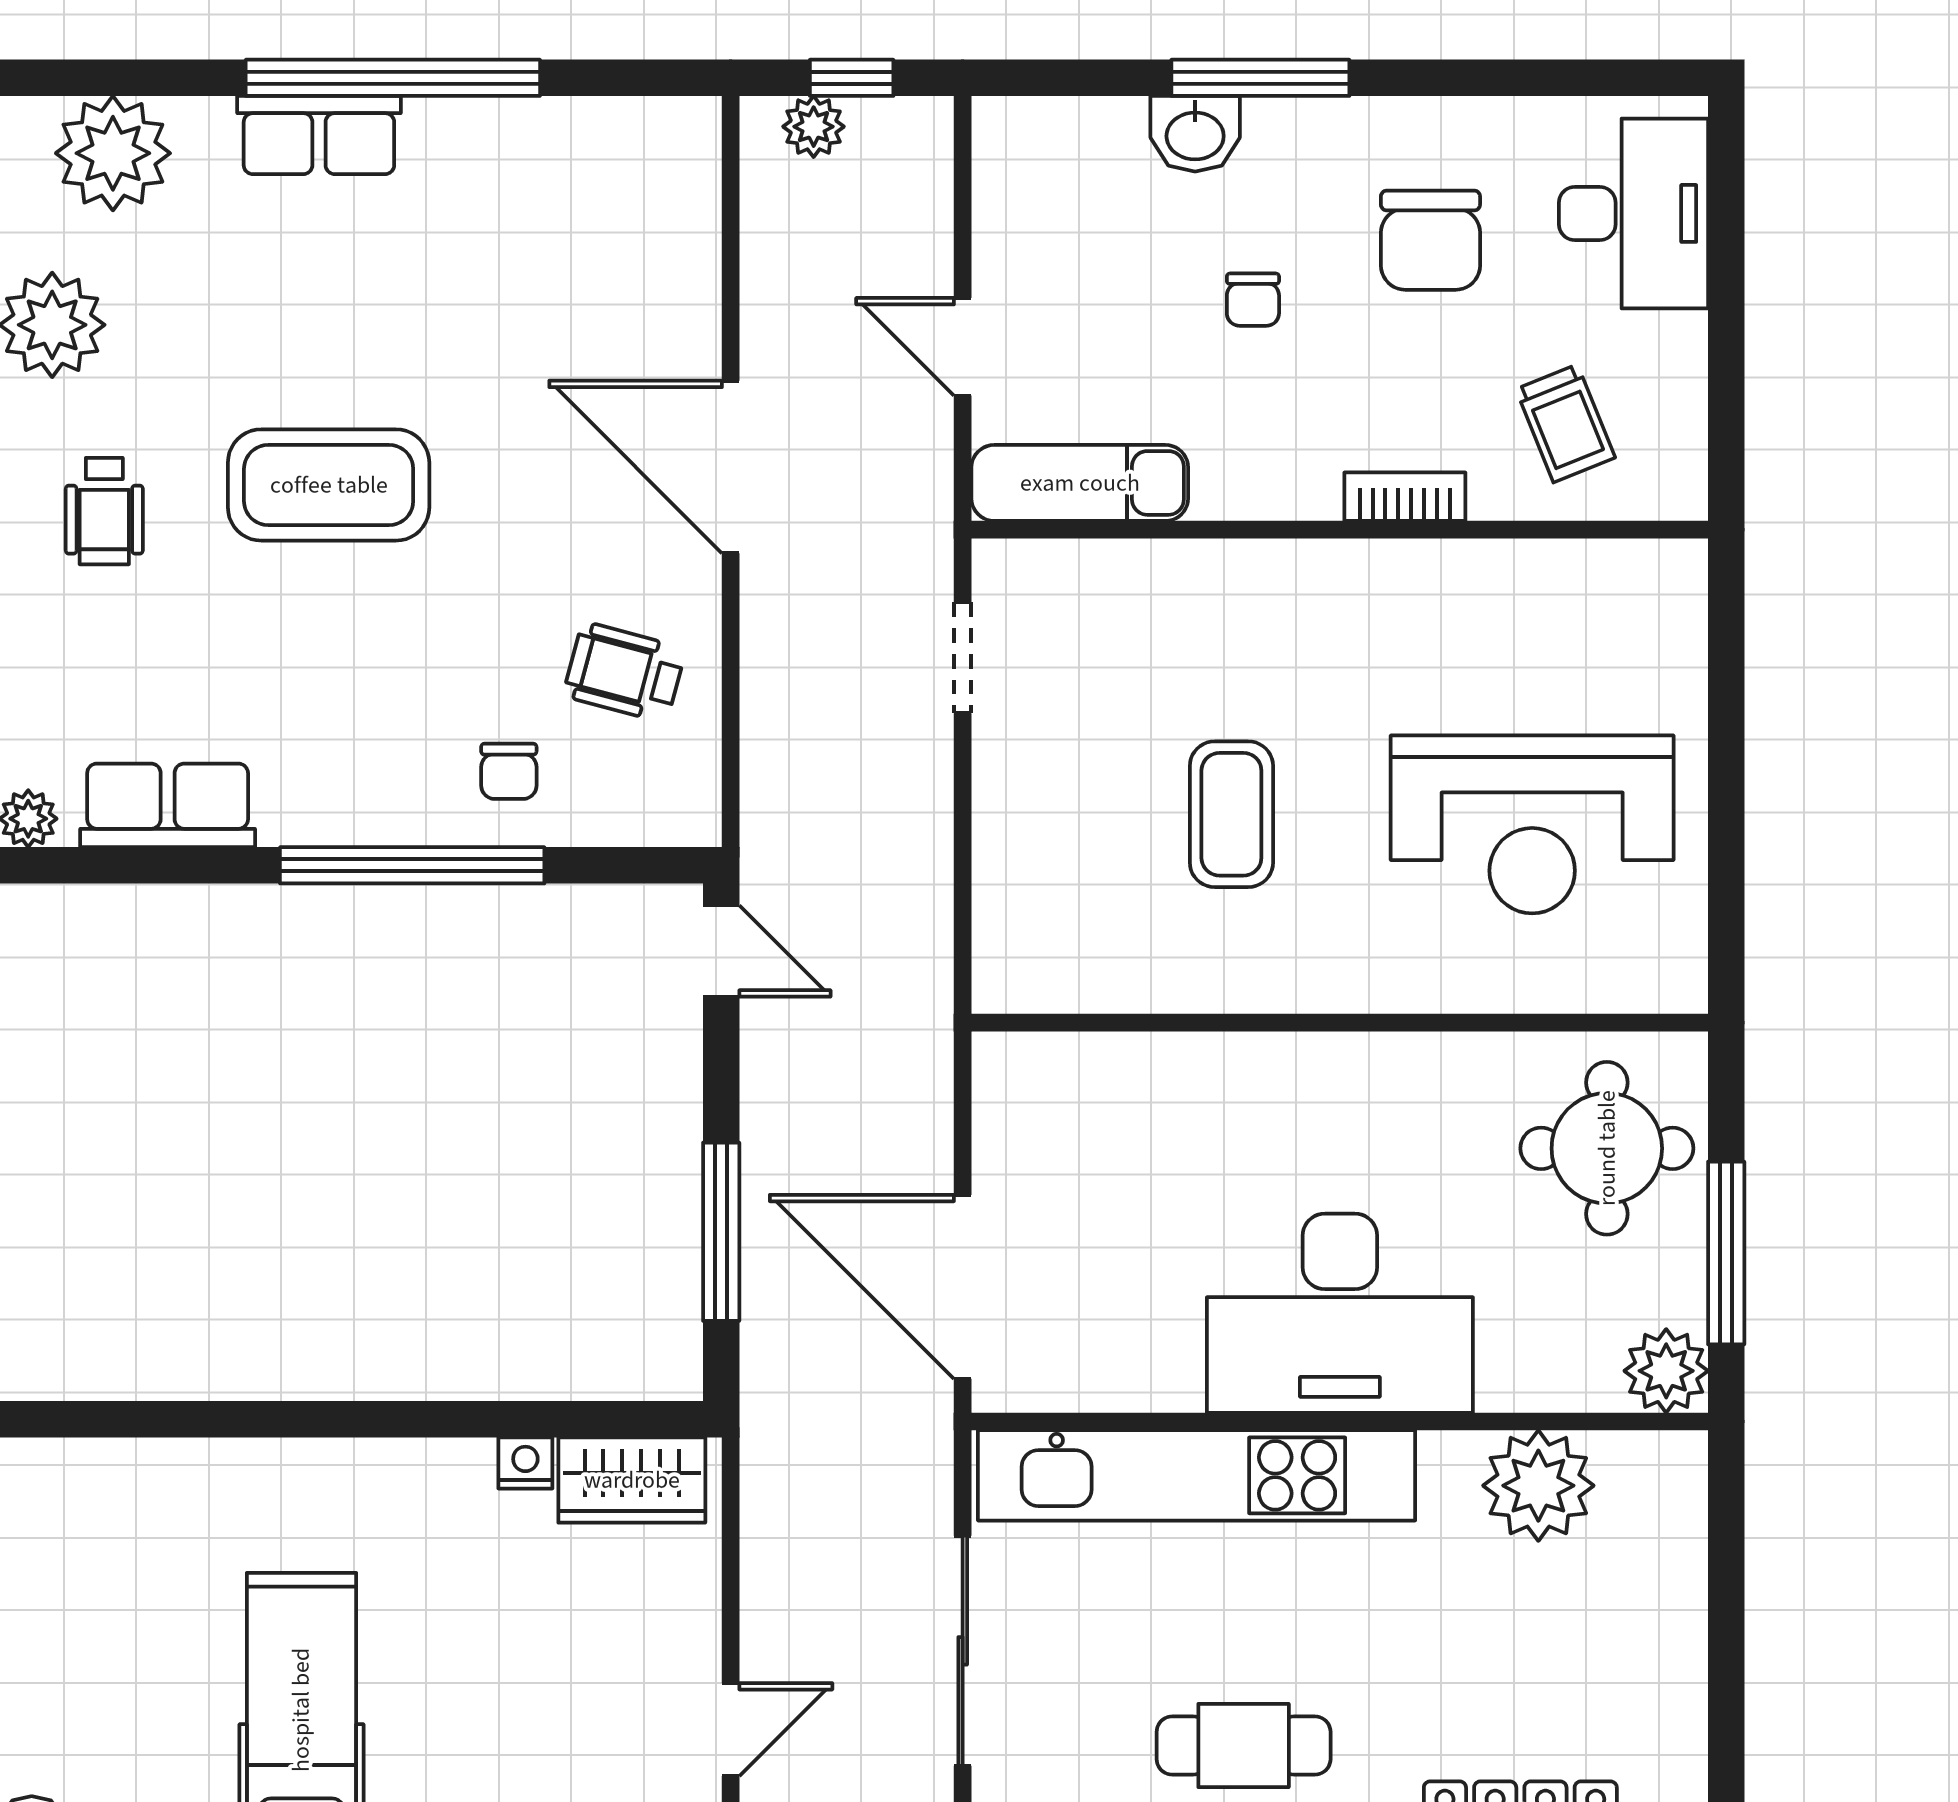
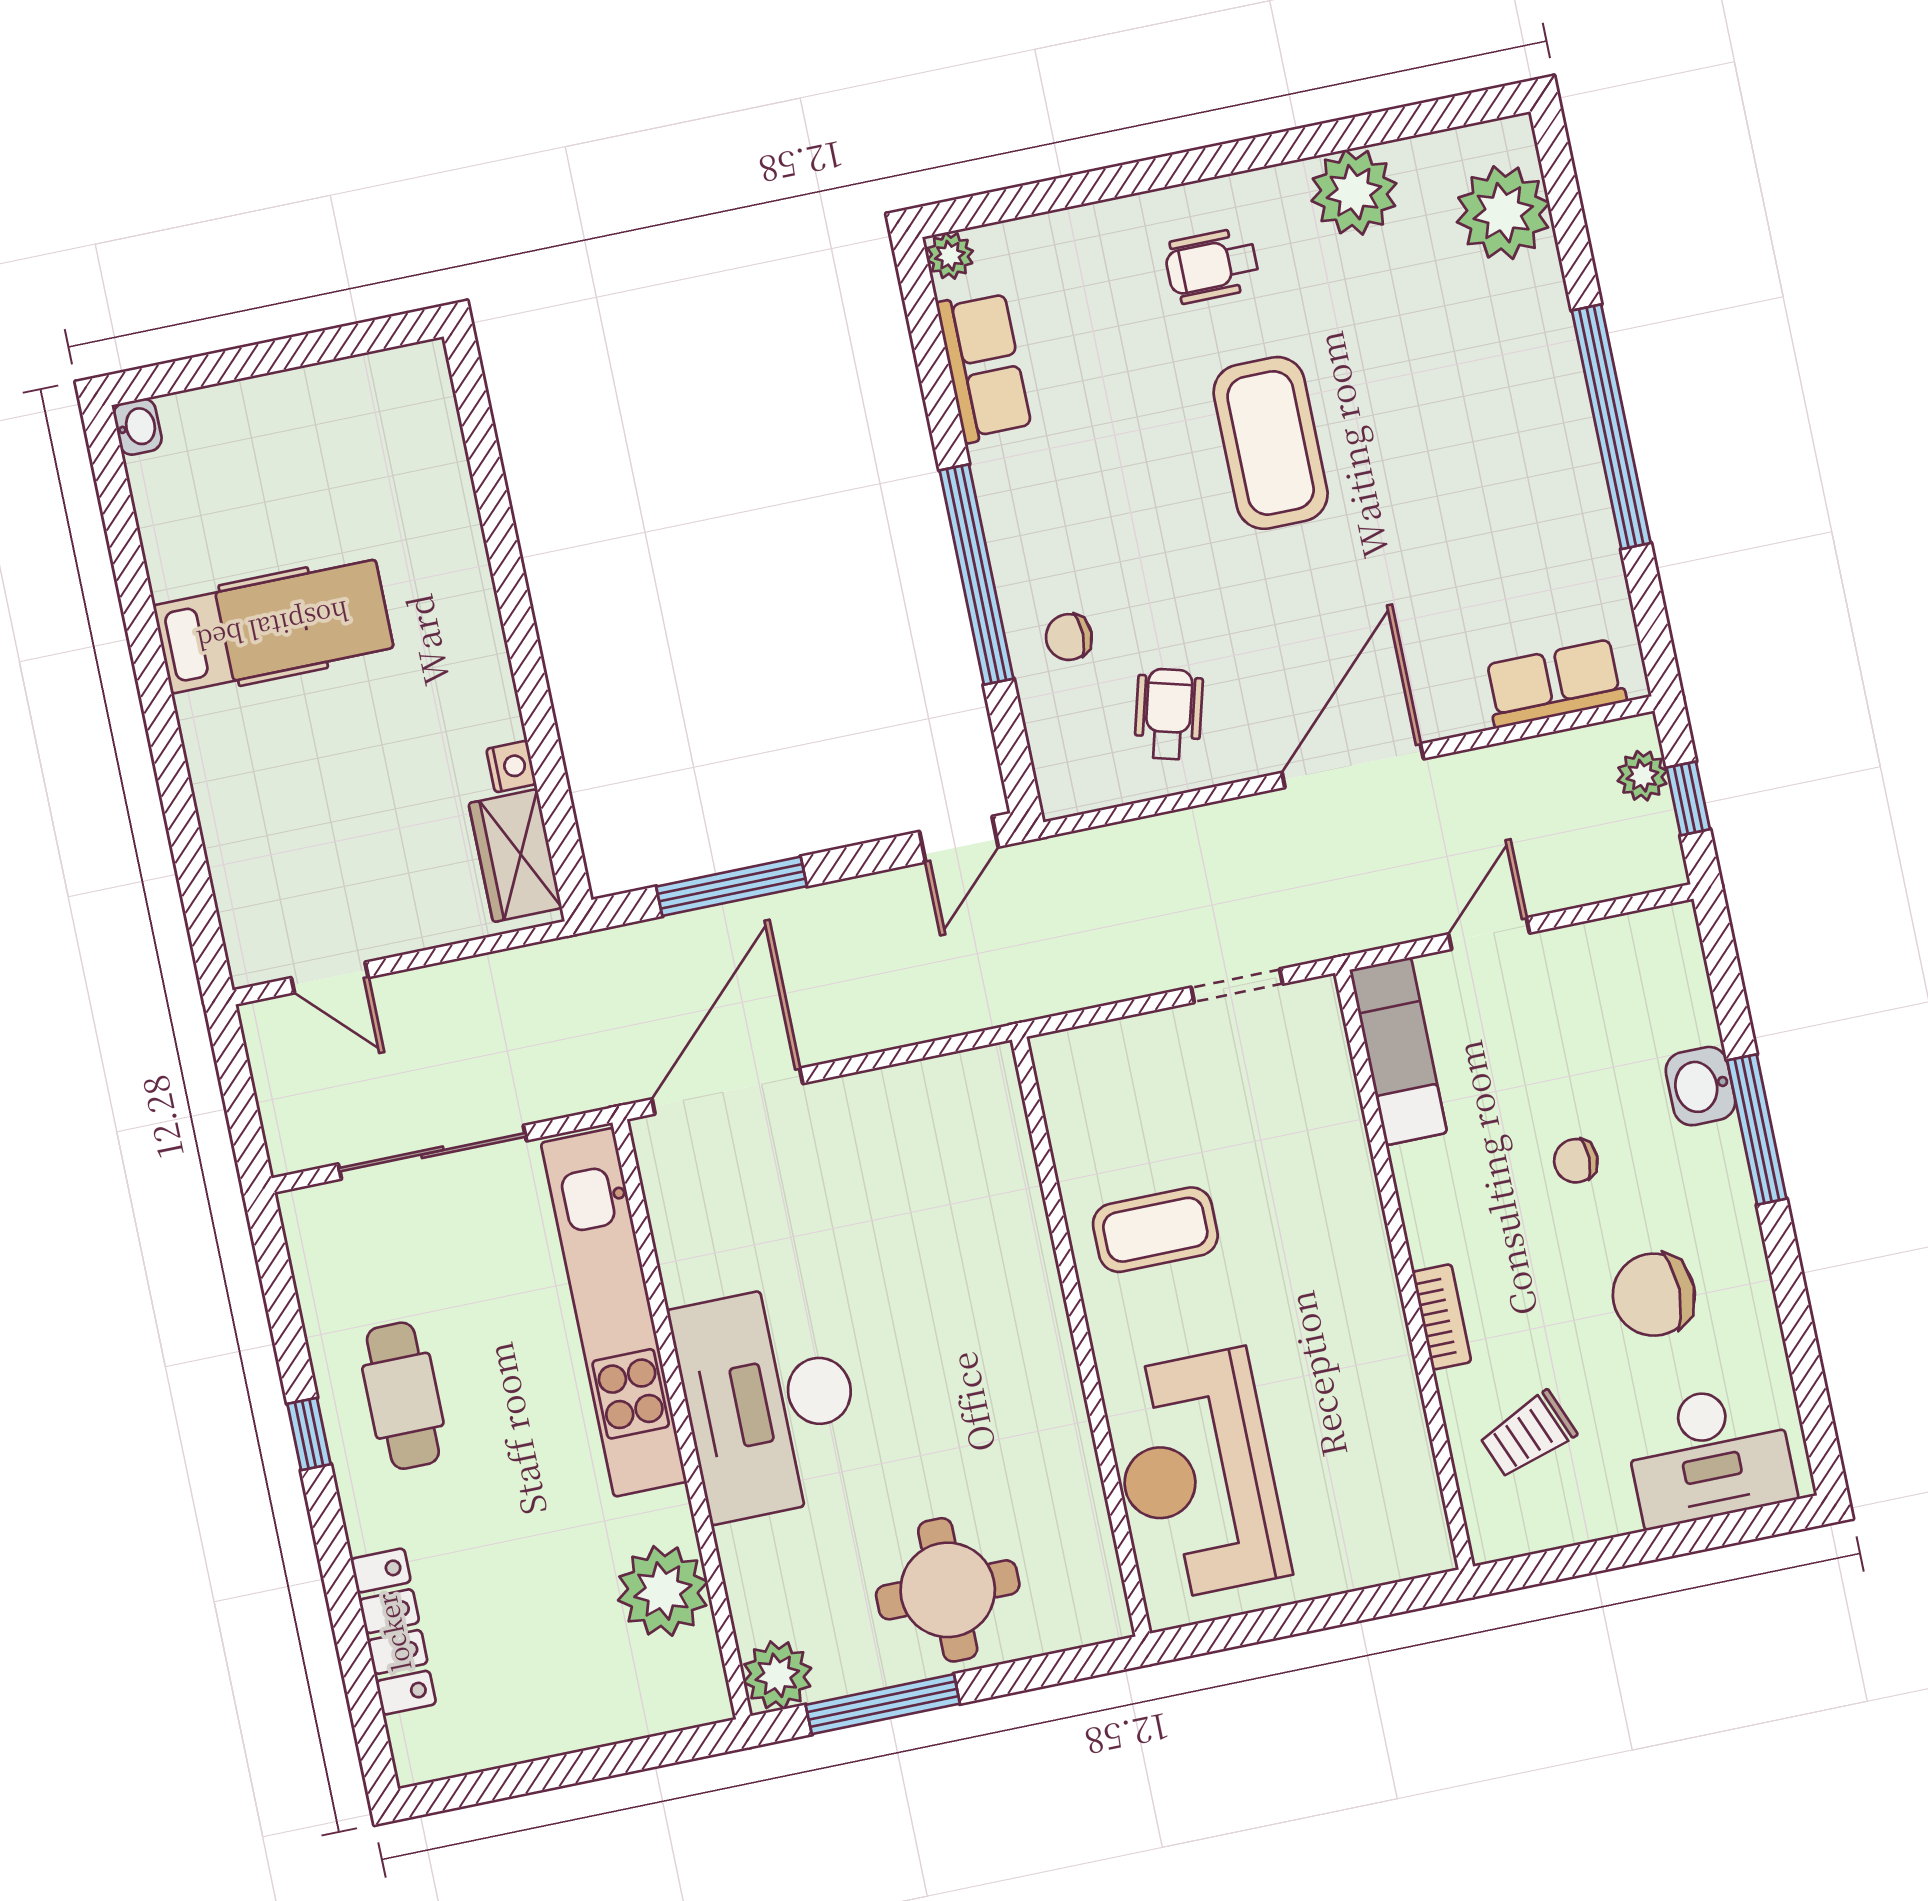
row of seats: (319, 135) -> (1555, 683), moved, turned 90
wall: (1340, 1023) -> (1081, 1337), moved

